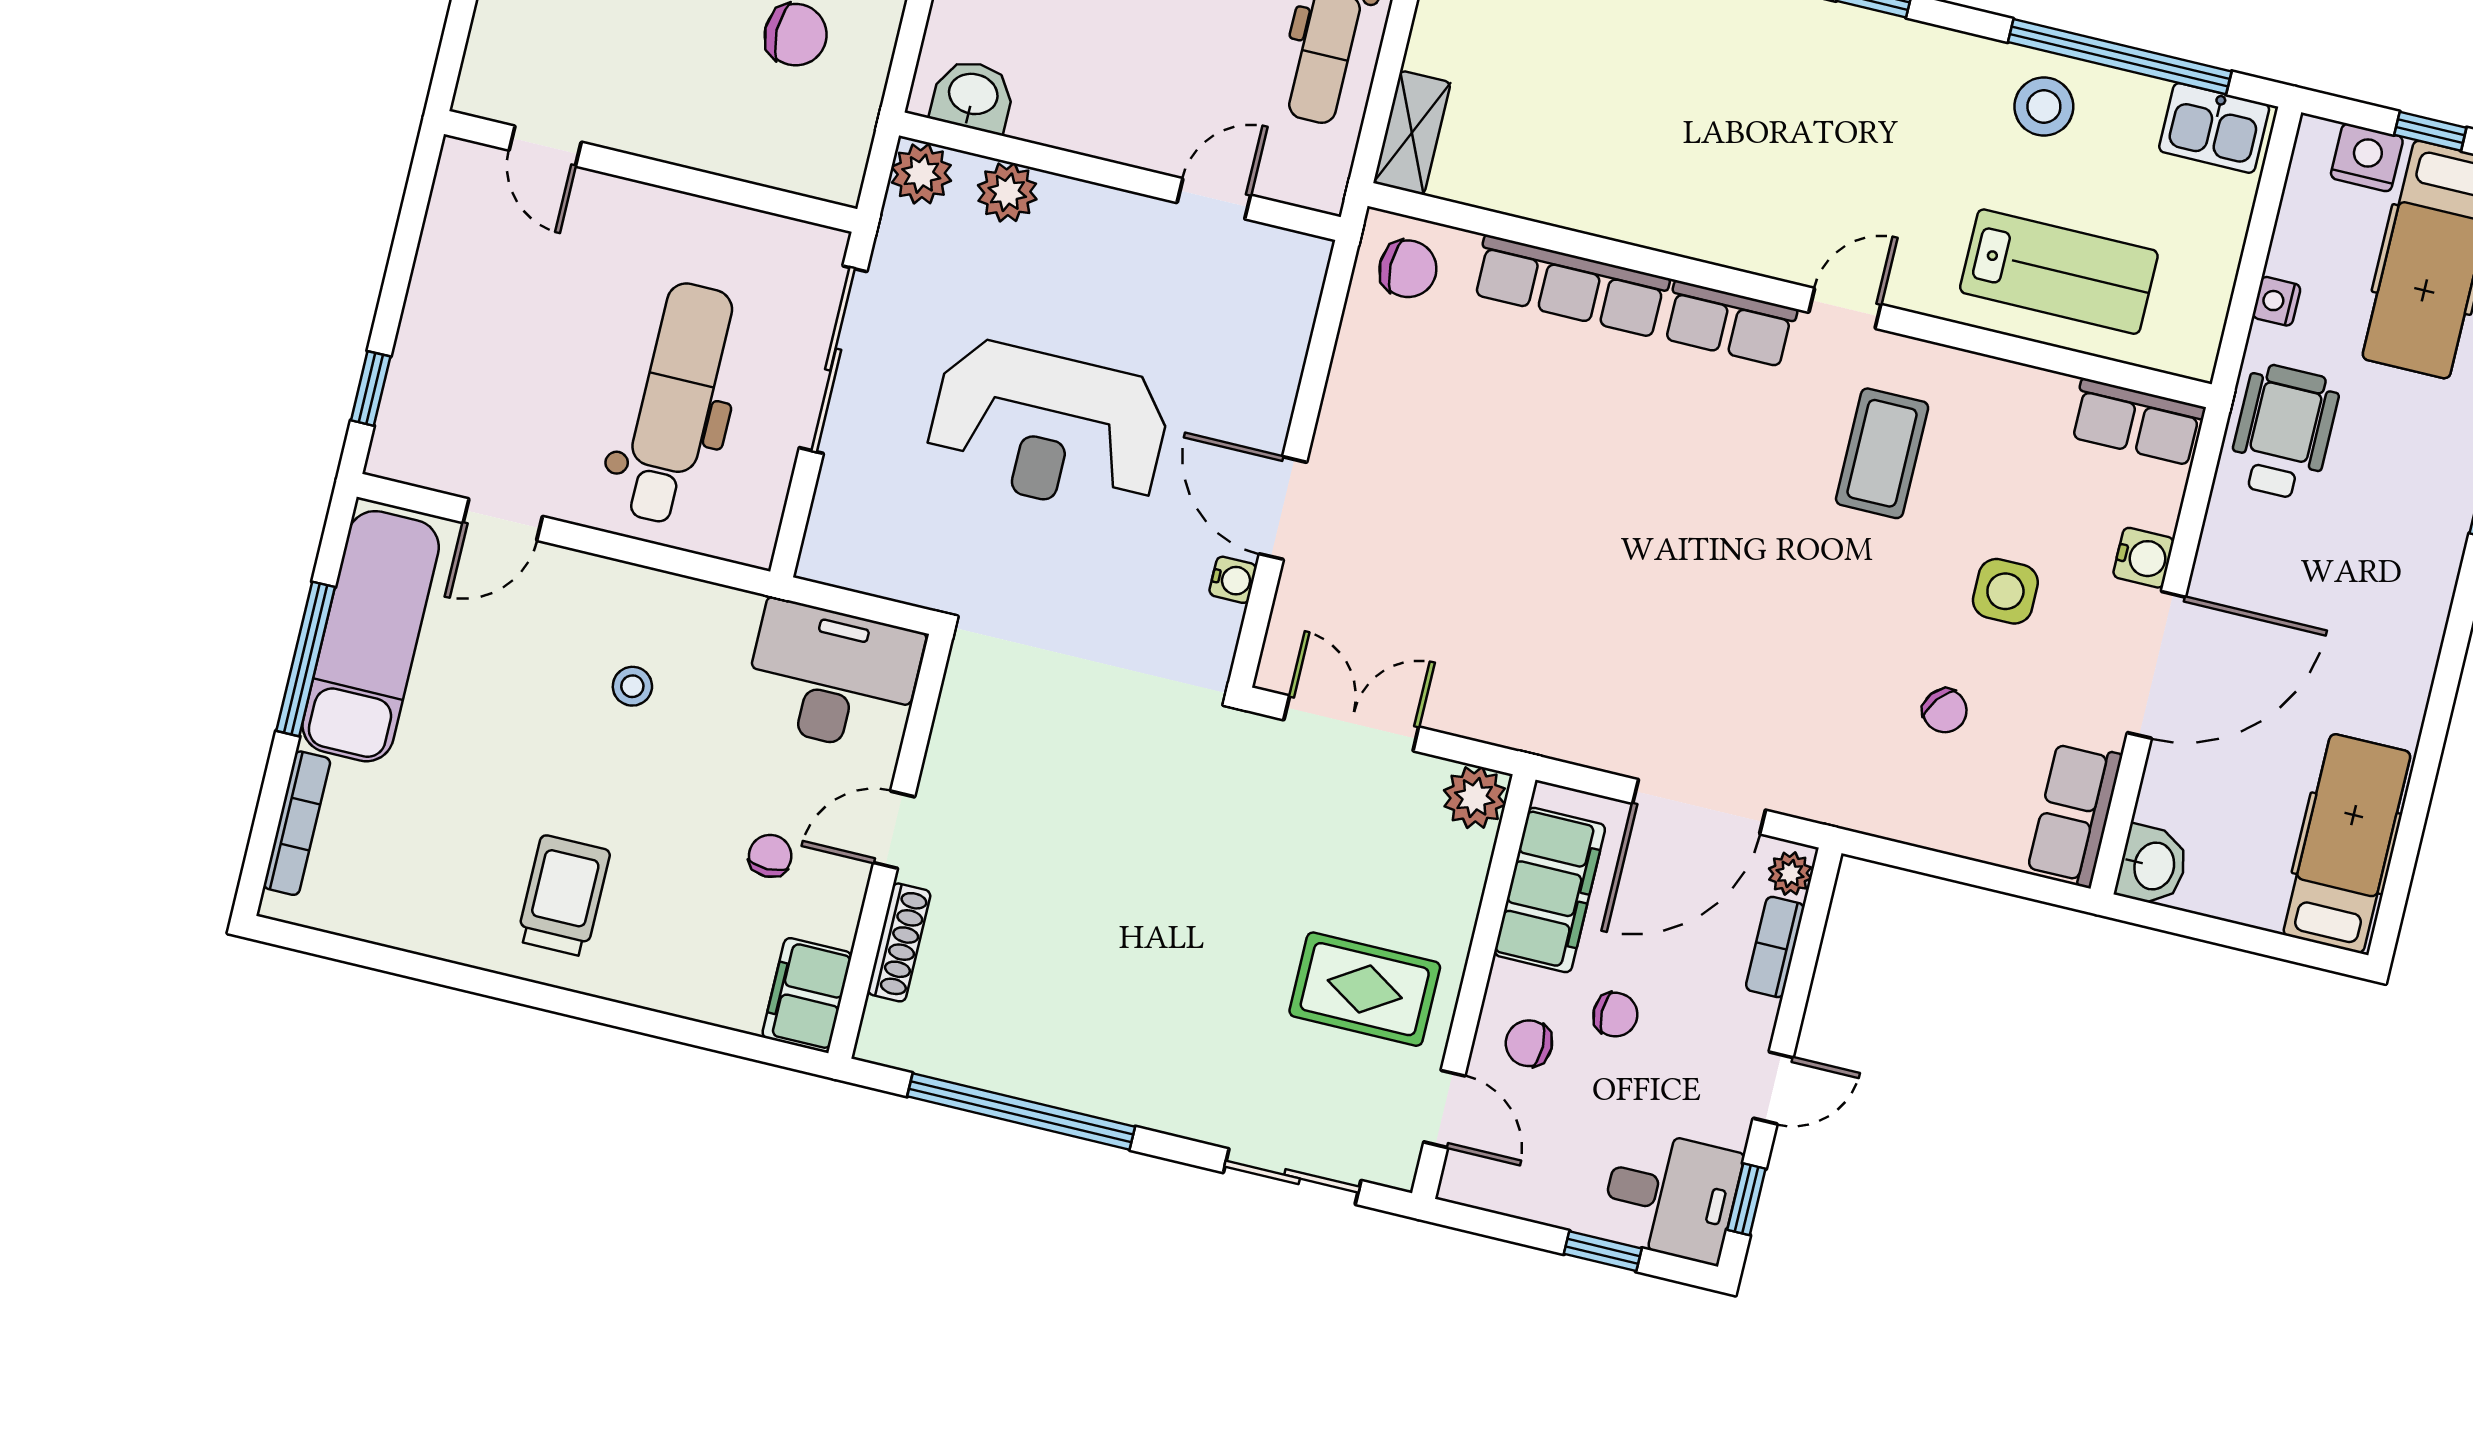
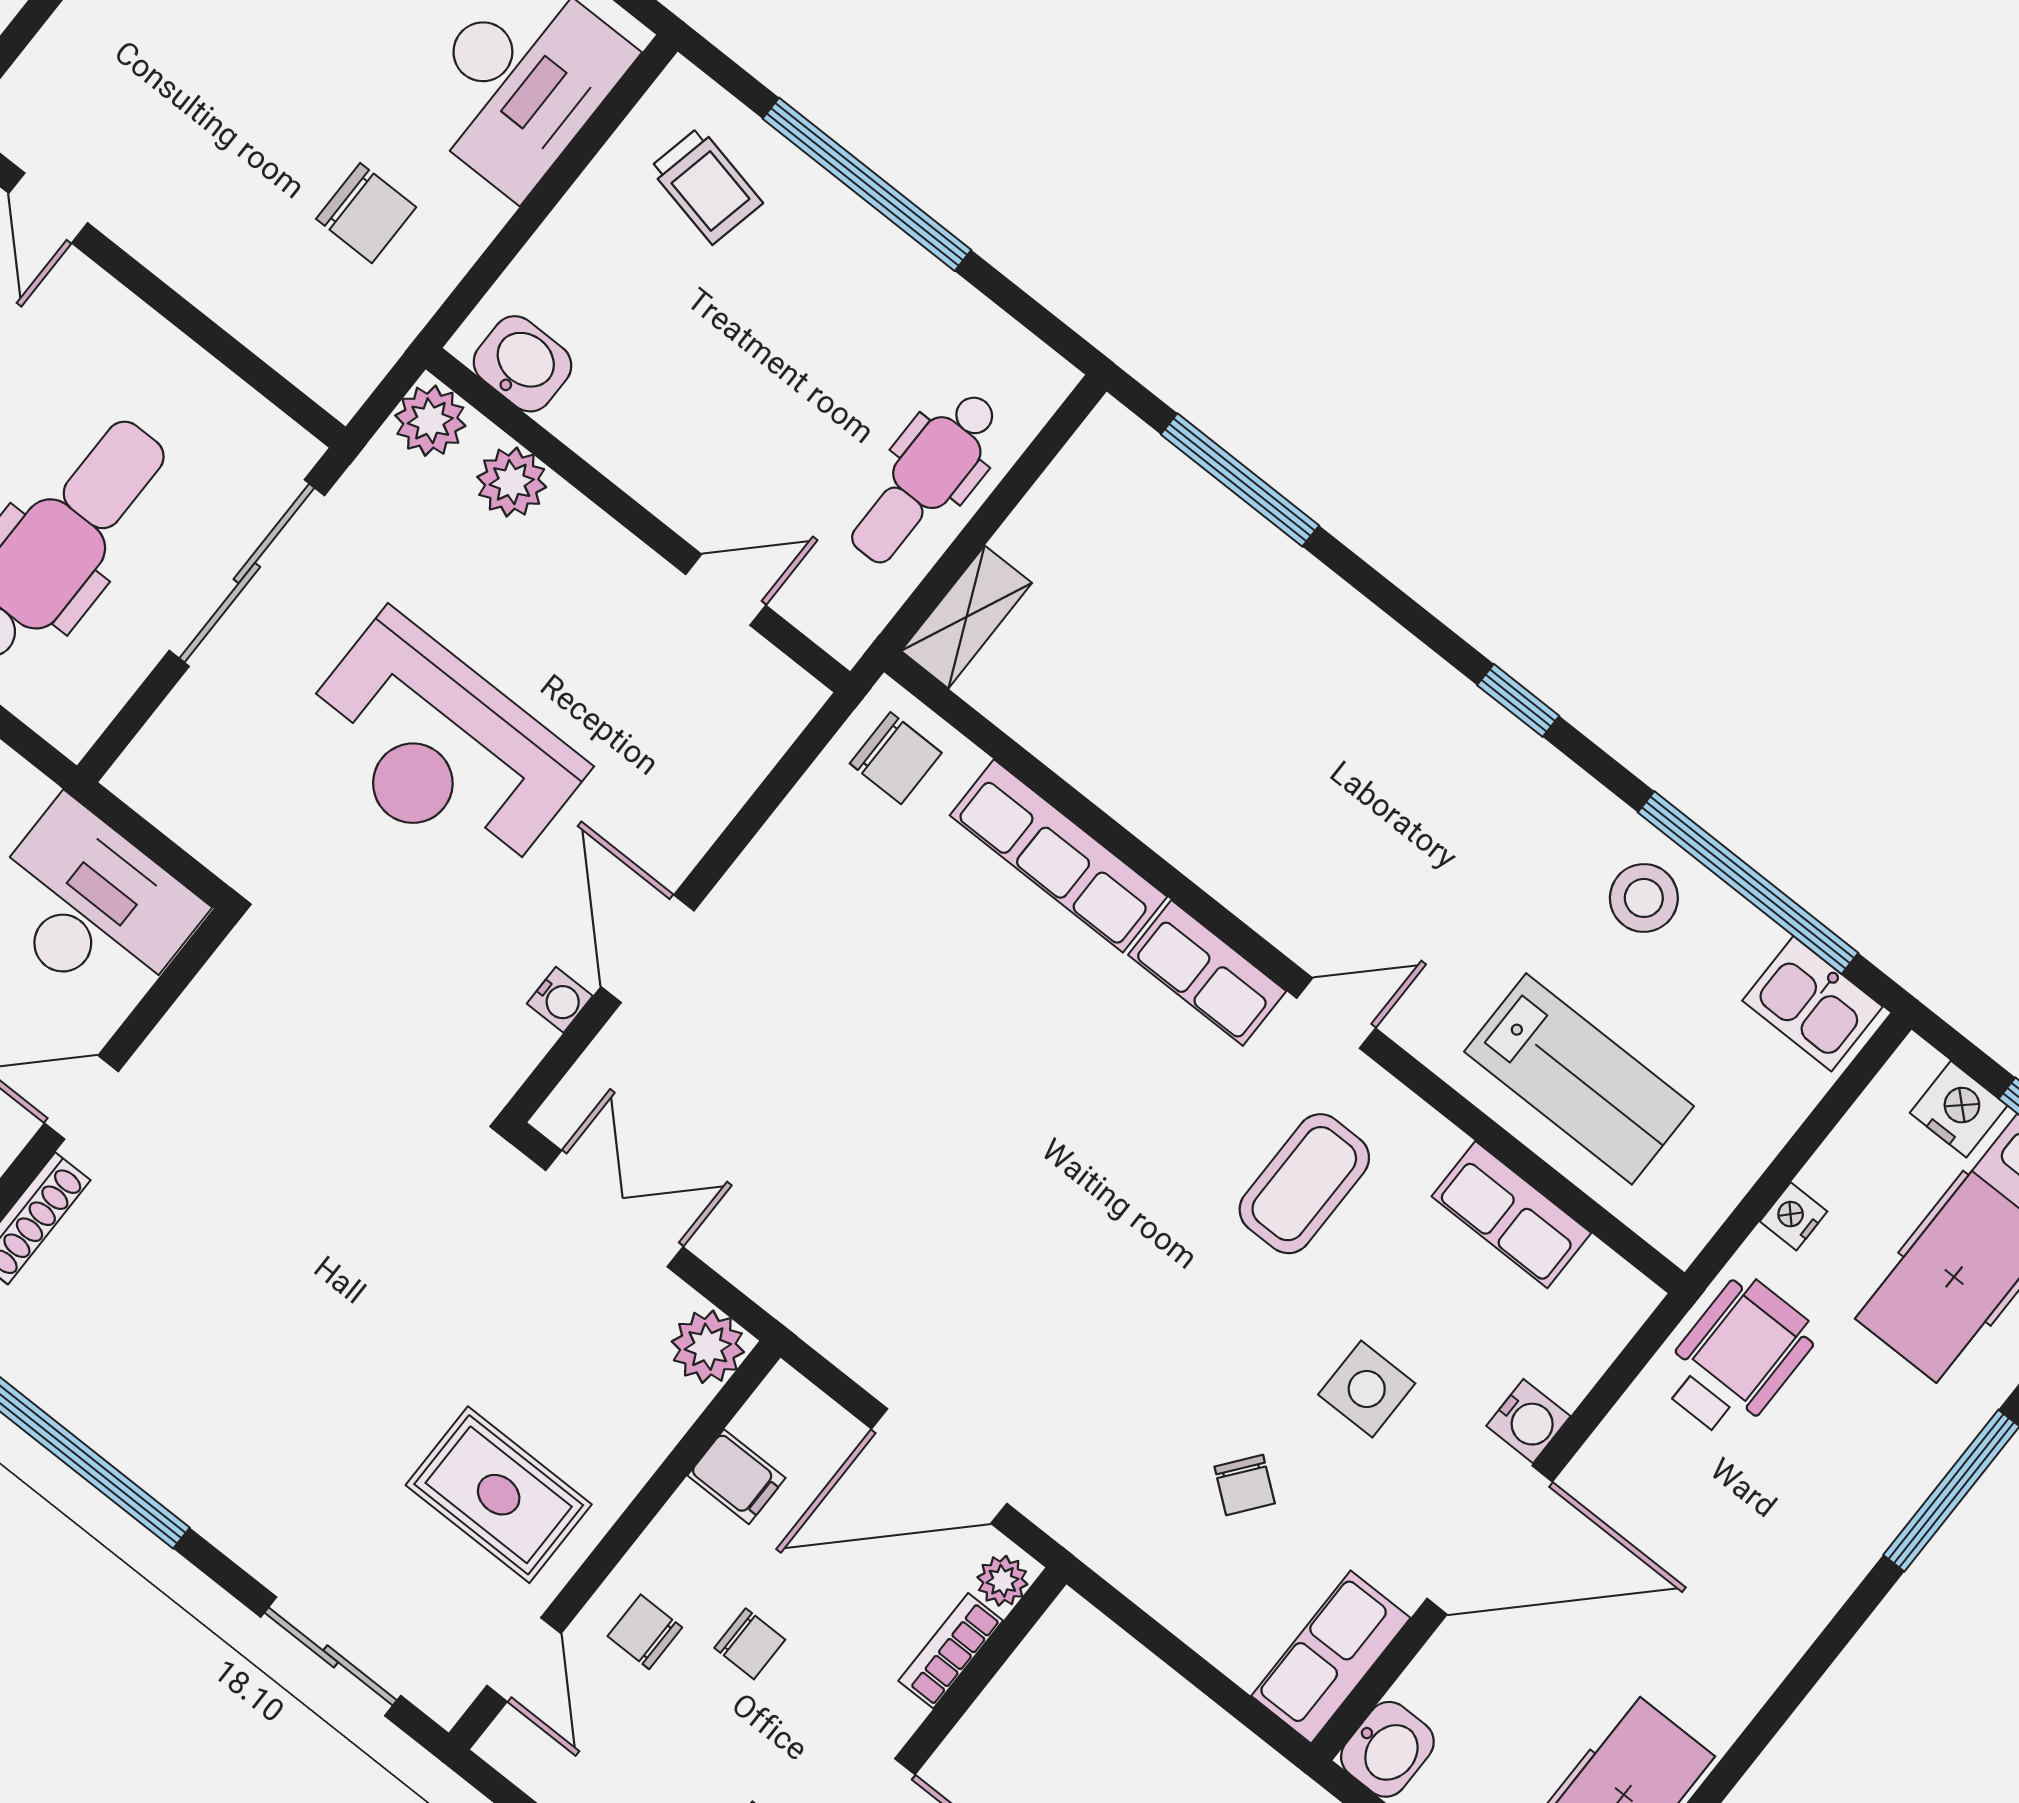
row of seats: (2137, 422) -> (1511, 1215), moved
filing cabinet: (1550, 890) -> (736, 1477), width x0.33, depth x0.86

